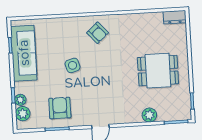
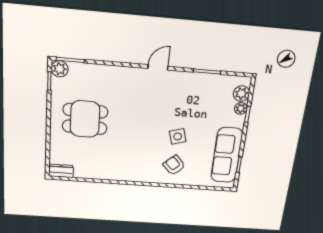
armchair: (98, 33) -> (174, 165), moved
armchair: (60, 108) -> (200, 94), removed
plant: (149, 115) -> (60, 69), moved

